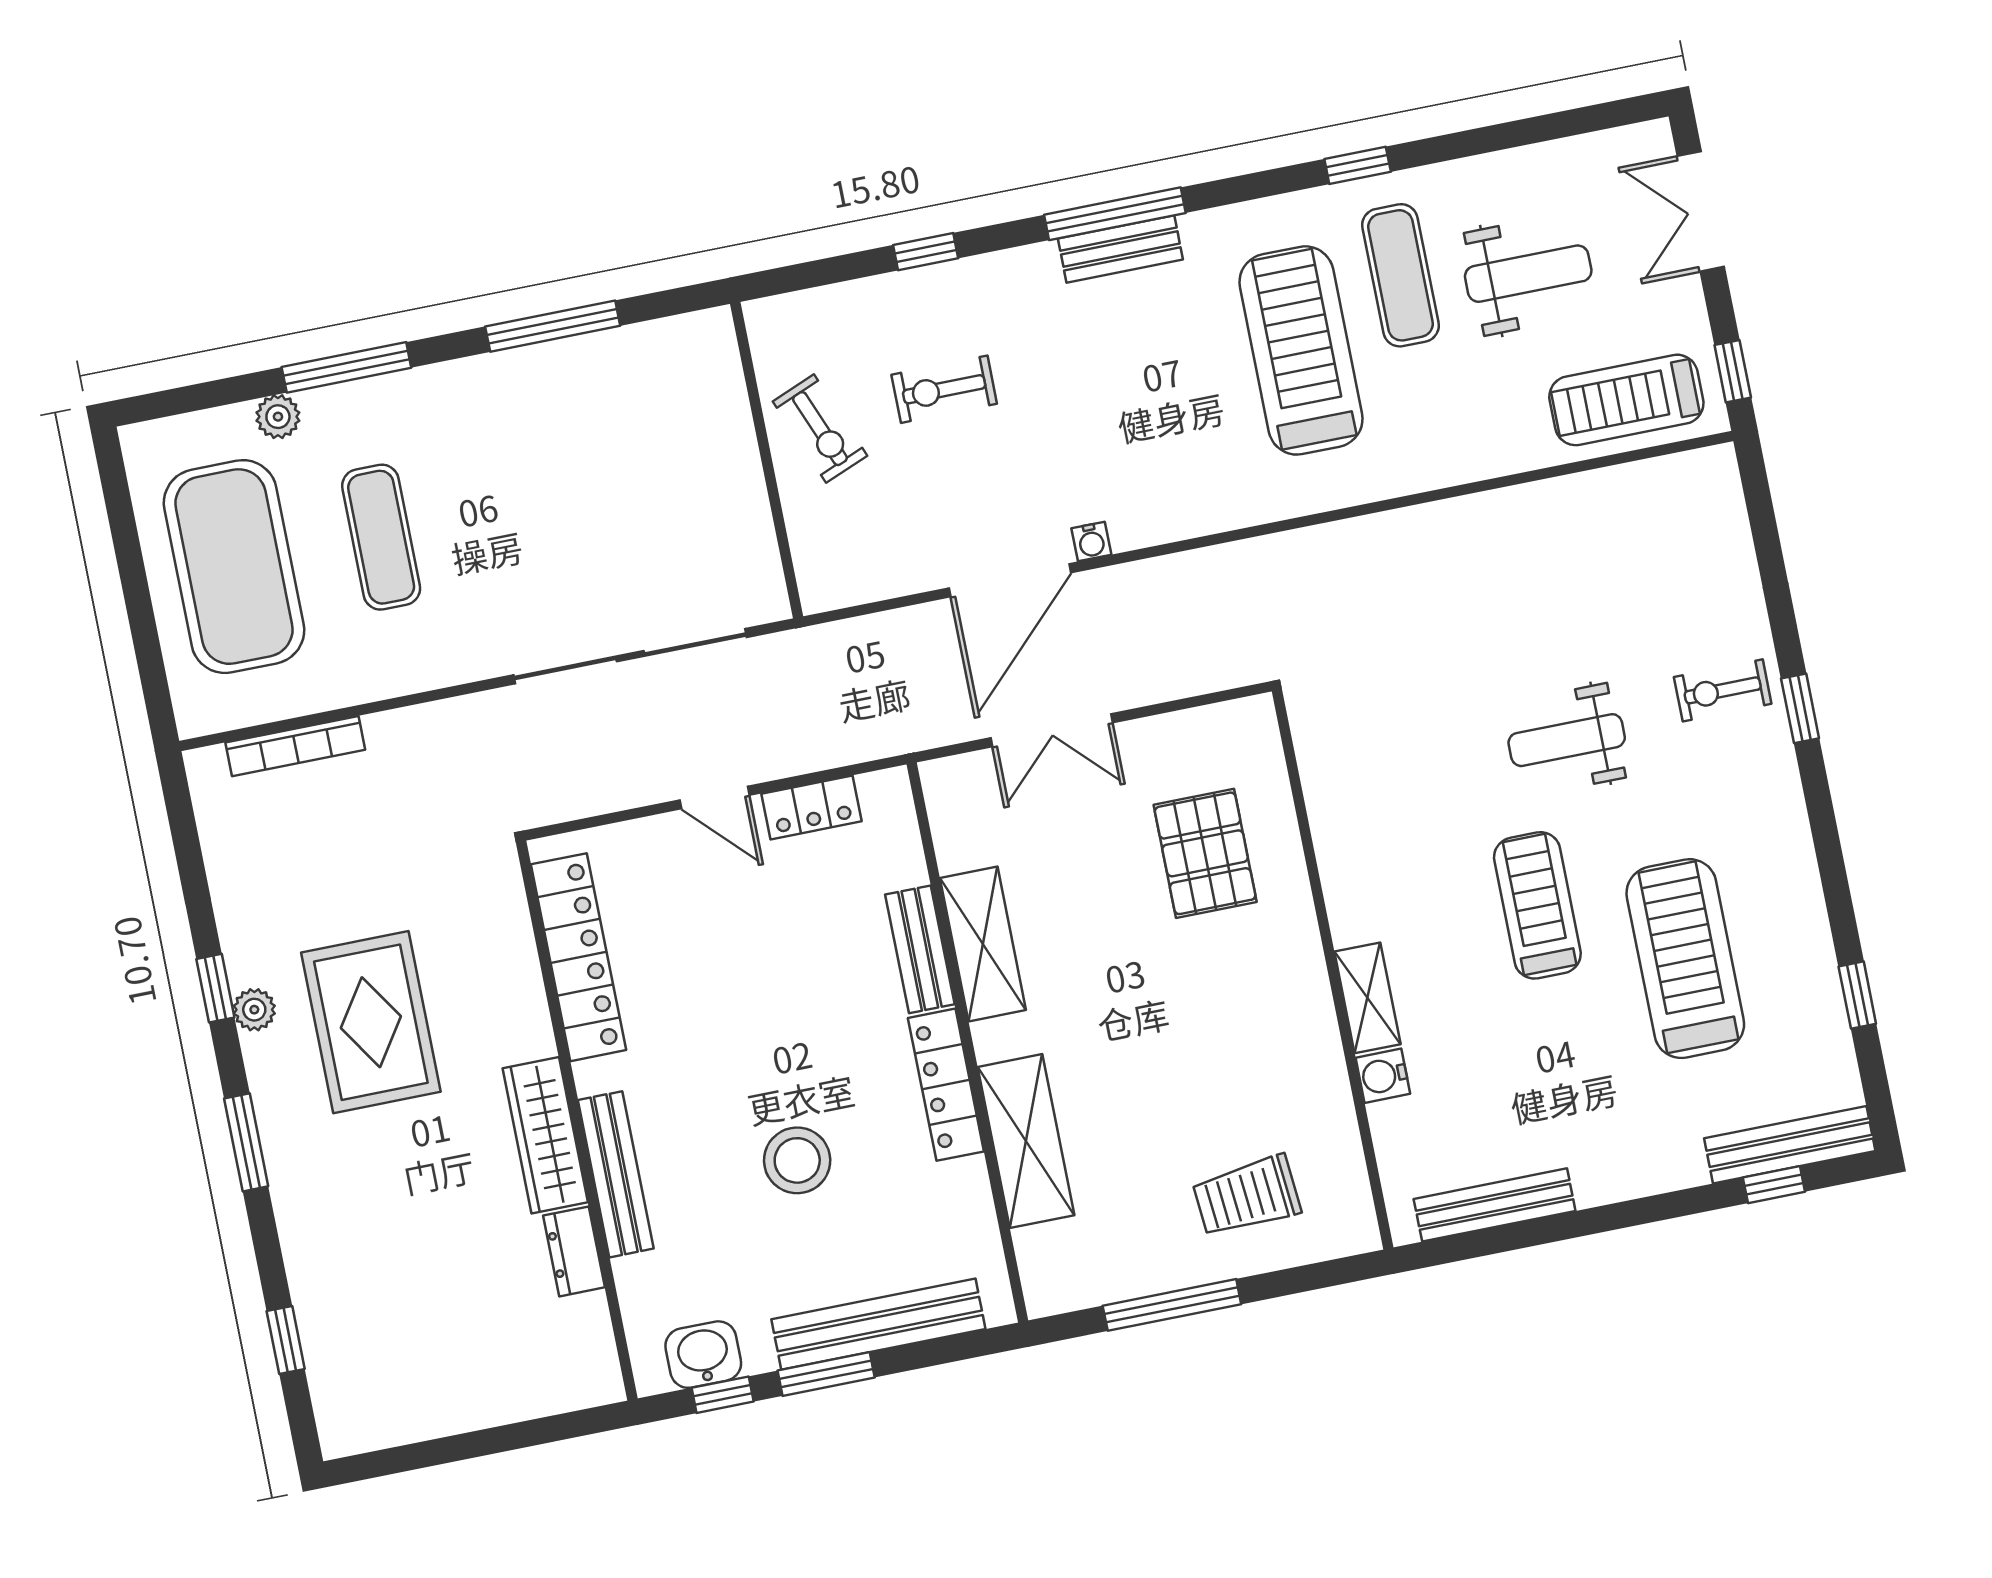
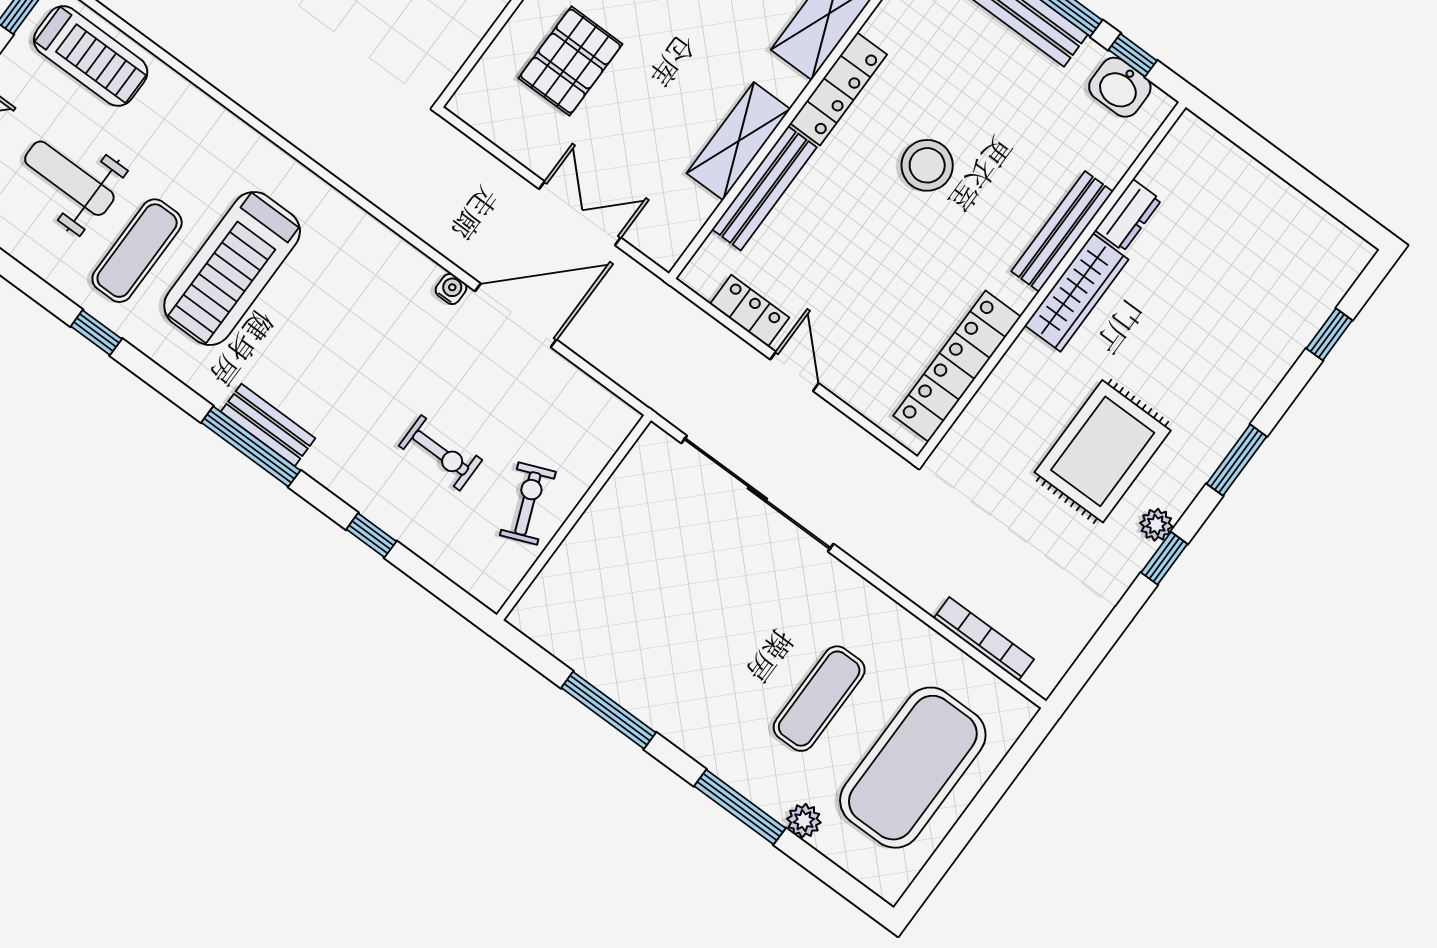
bench: (920, 949) -> (764, 188), width x1.36
stool: (797, 1160) -> (927, 165), moved

